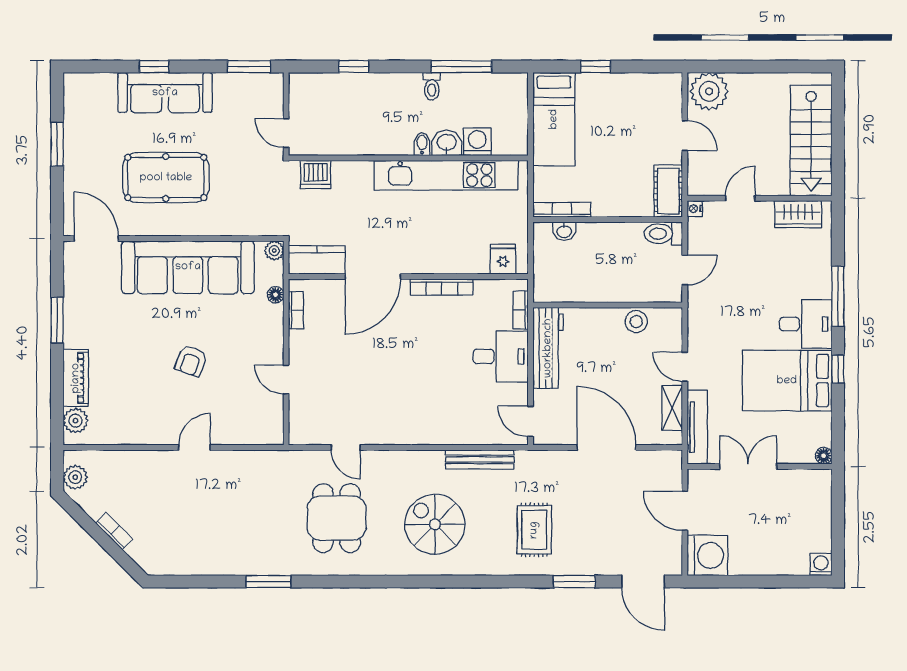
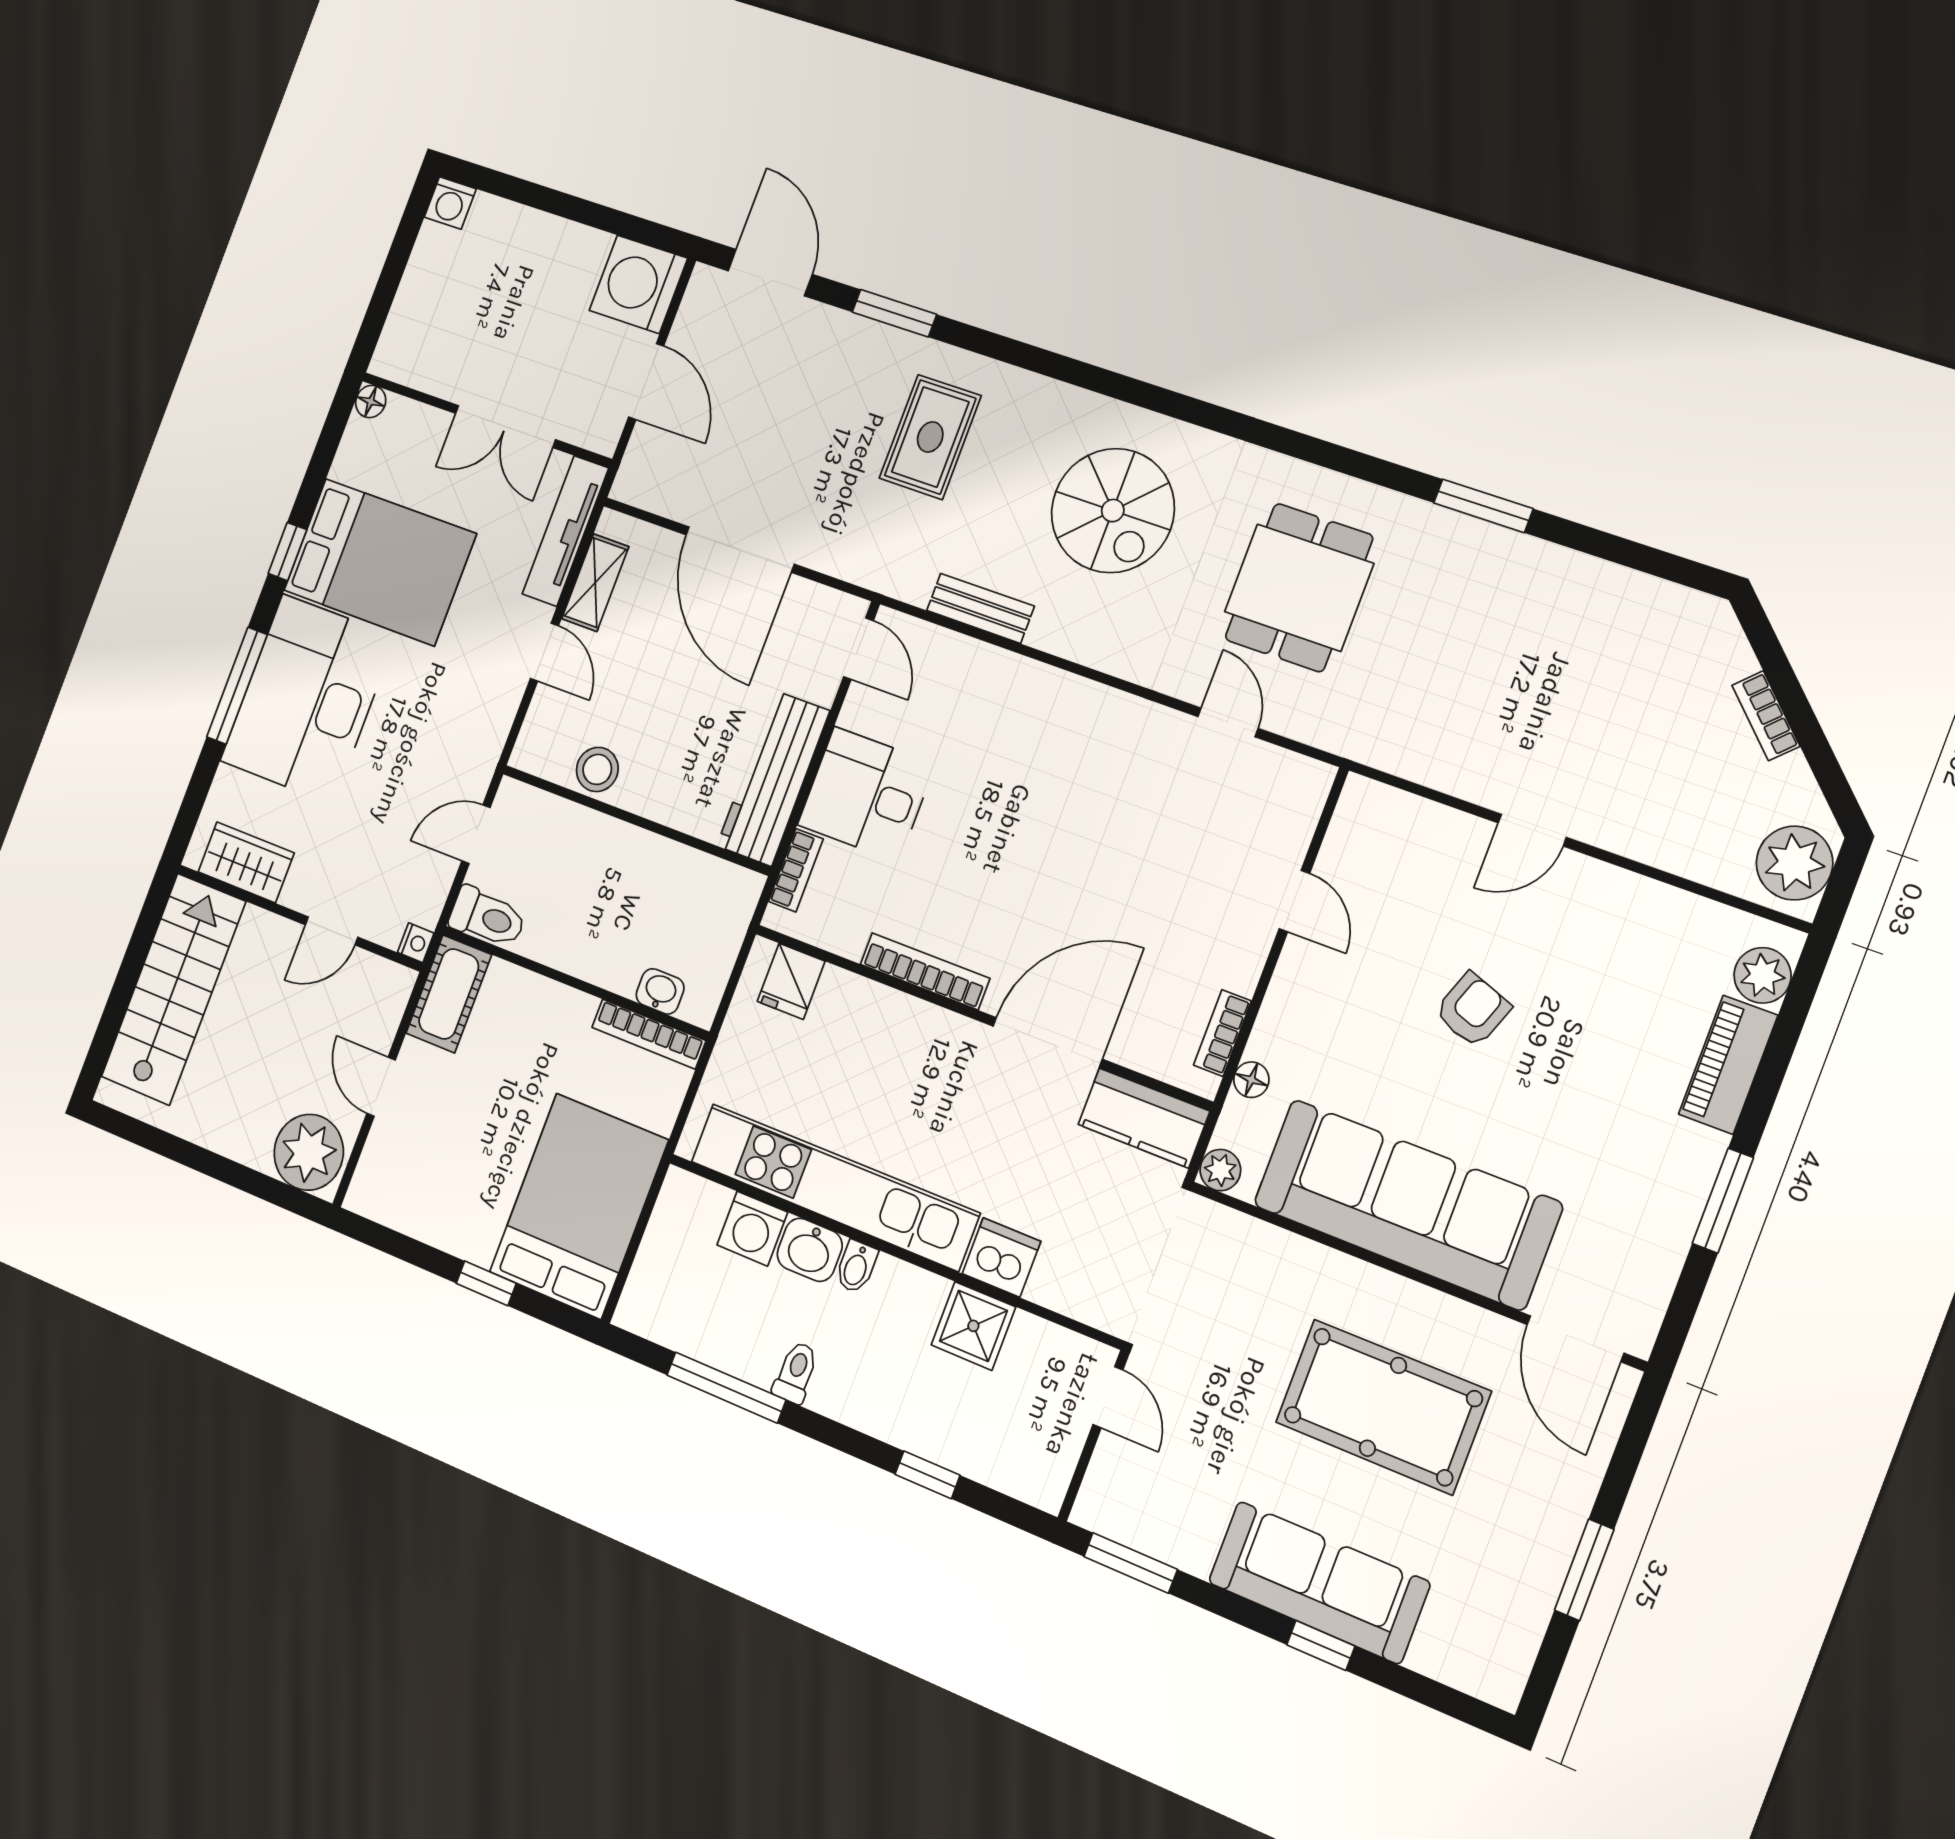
bed: (554, 119) -> (579, 1206), width x1.50
shower: (358, 140) -> (973, 1326), added
dishwasher: (316, 174) -> (1001, 1258), moved
desk: (806, 324) -> (308, 699), width x1.87, depth x1.30
bench: (480, 459) -> (980, 608), width x0.73
plant: (75, 477) -> (1795, 863), width x1.36, depth x1.36

